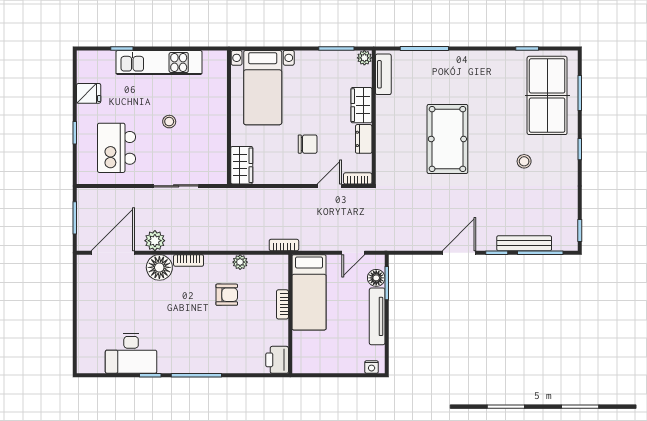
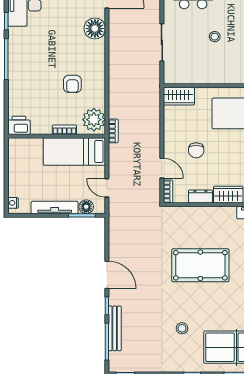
plant: (155, 241) -> (117, 25), removed
bookcase: (189, 260) -> (101, 53), removed
plant: (240, 262) -> (94, 120), moved, width x1.88, depth x1.88

